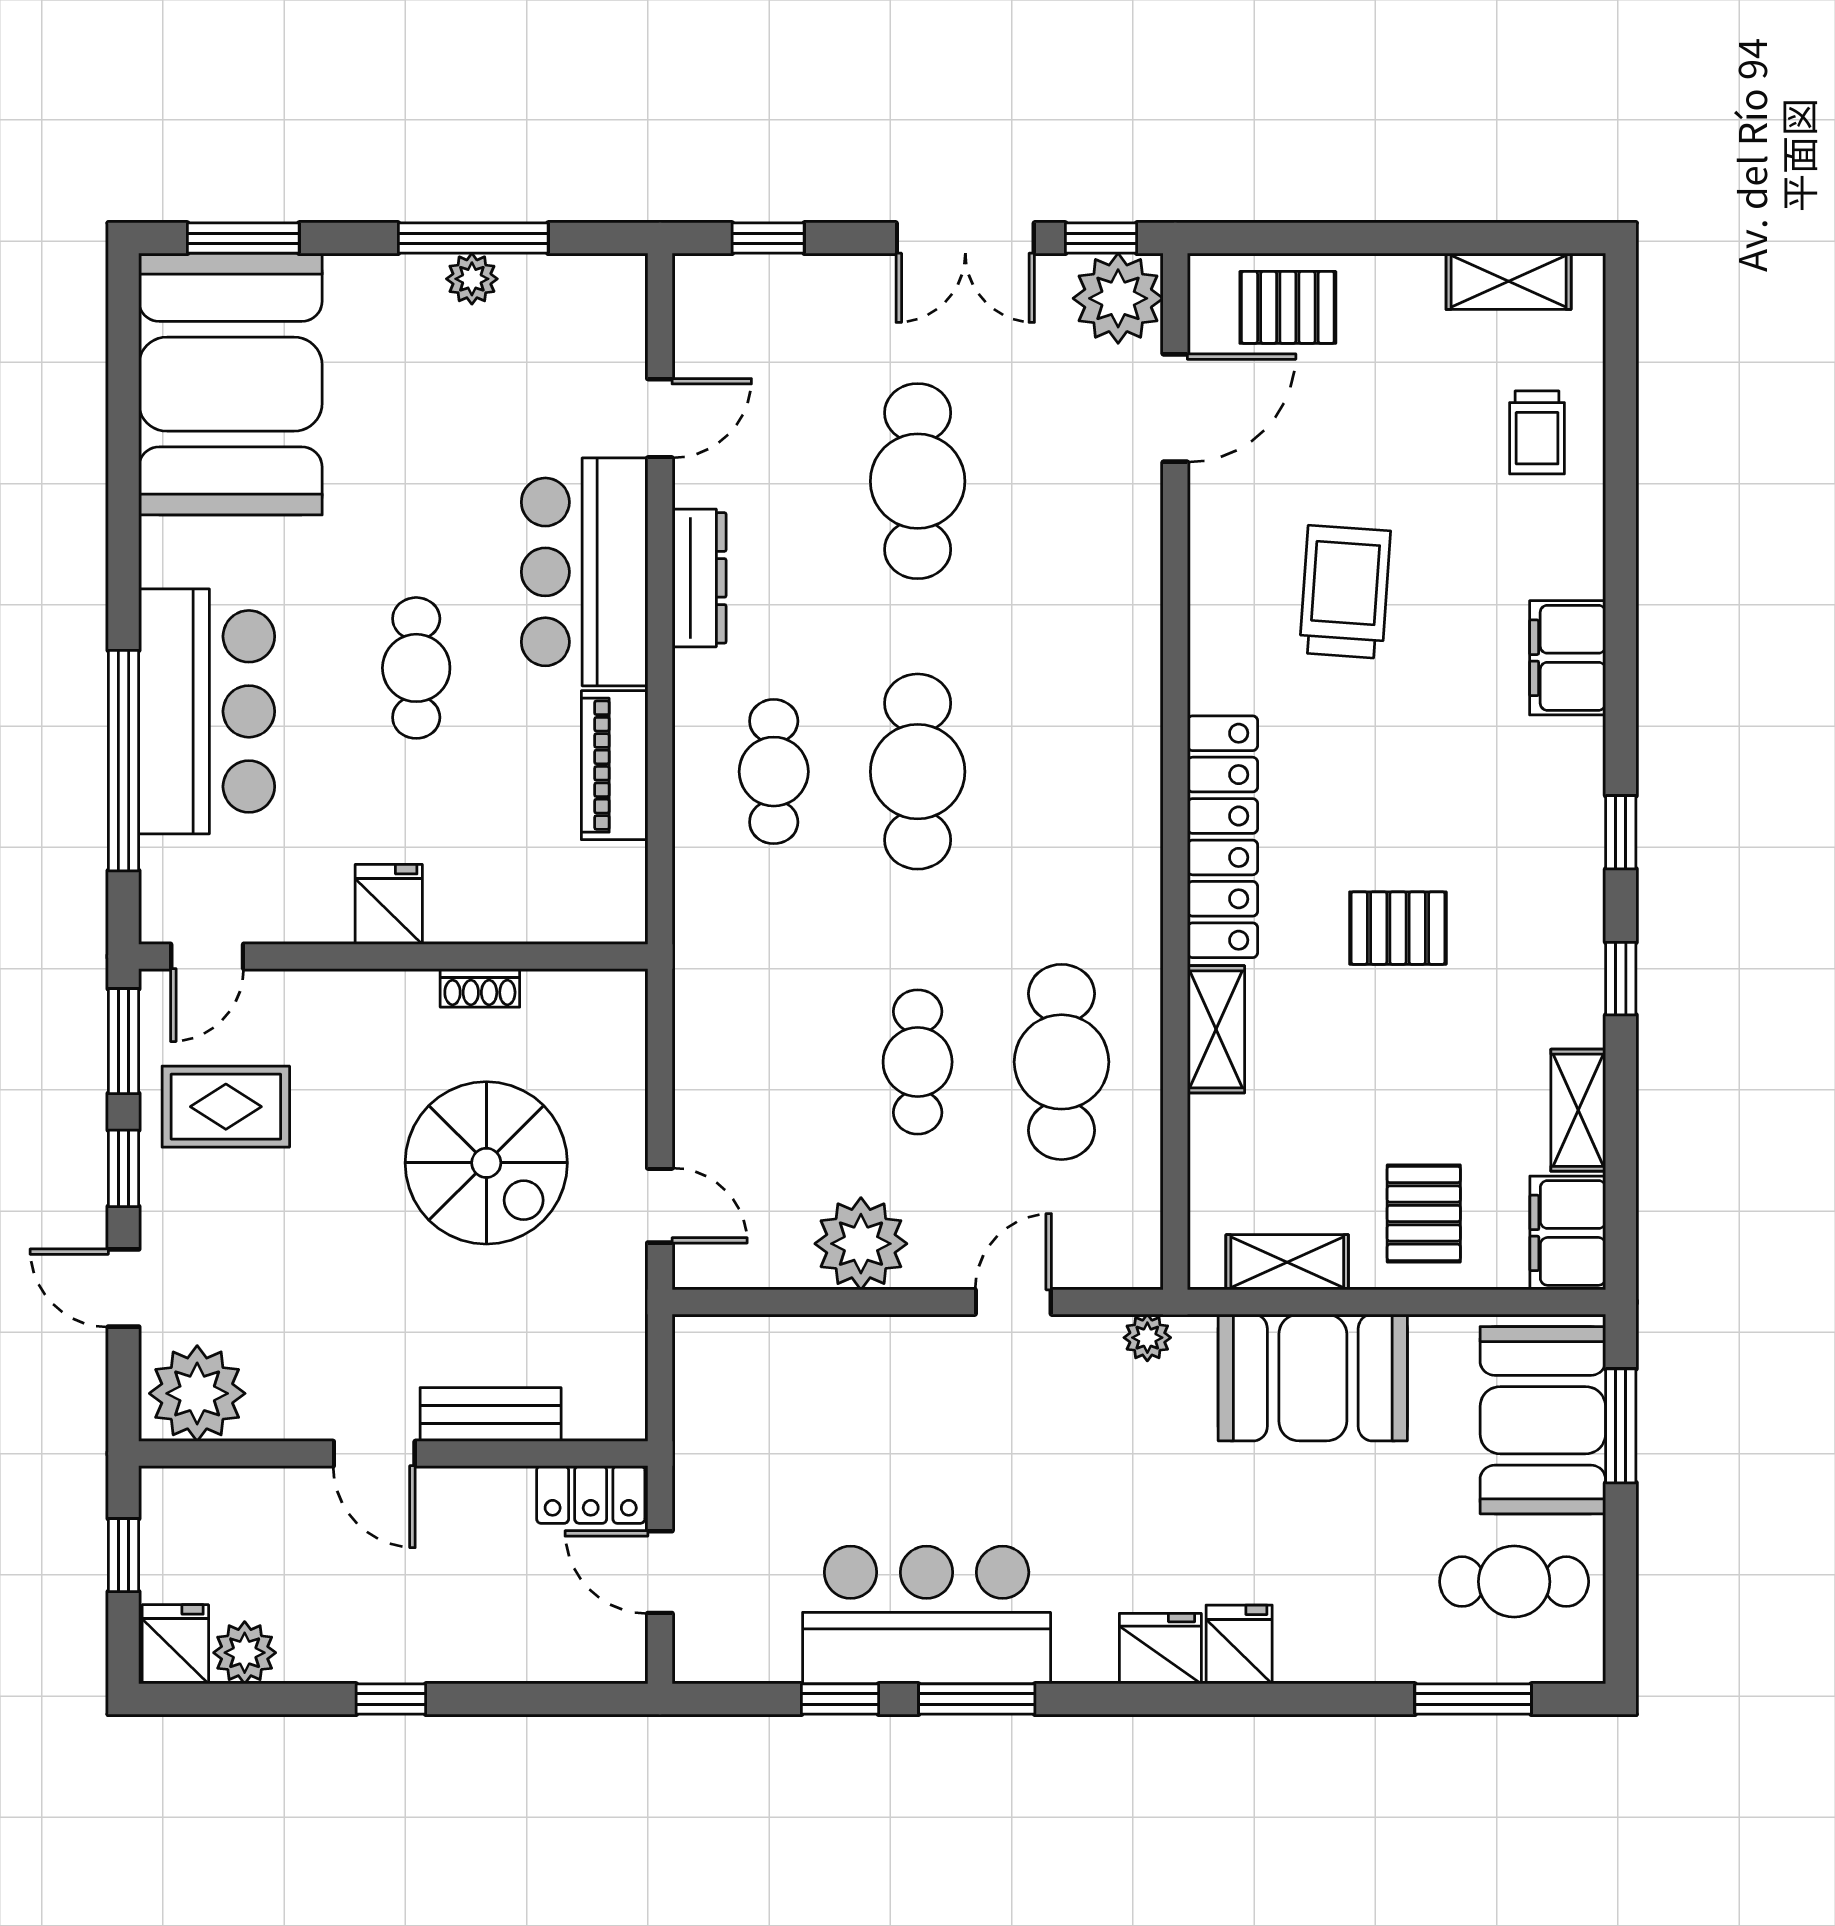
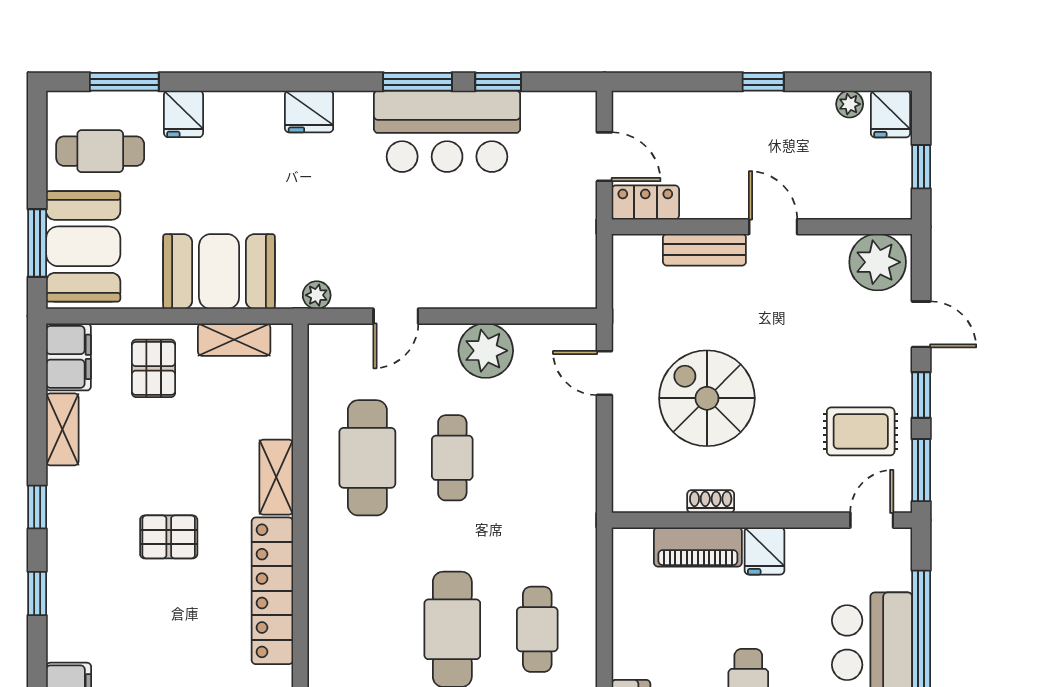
piano: (615, 765) -> (698, 547), moved, turned 90
fridge: (1239, 1644) -> (183, 114), moved
plant: (245, 1653) -> (850, 104), width x0.73, depth x0.73

